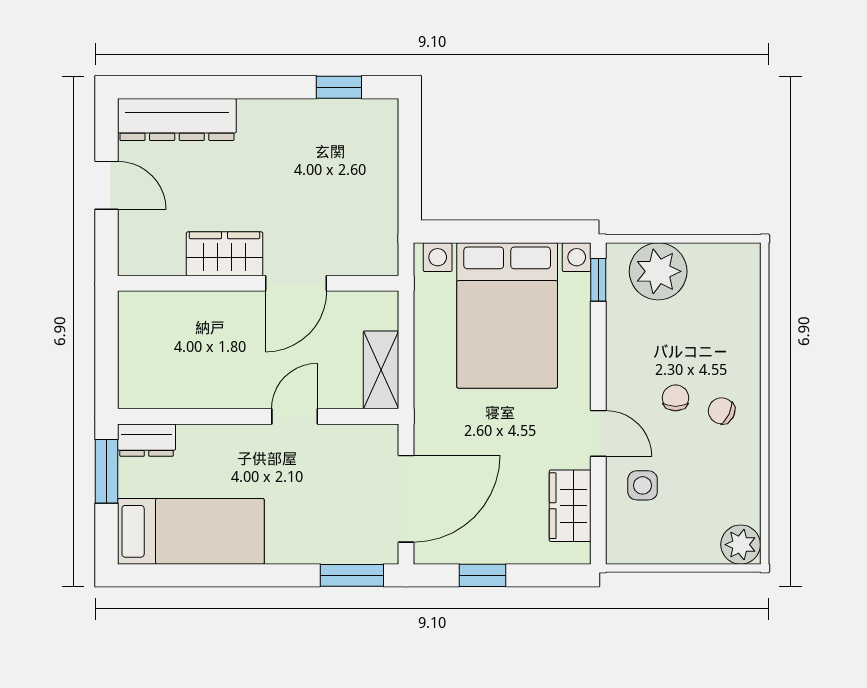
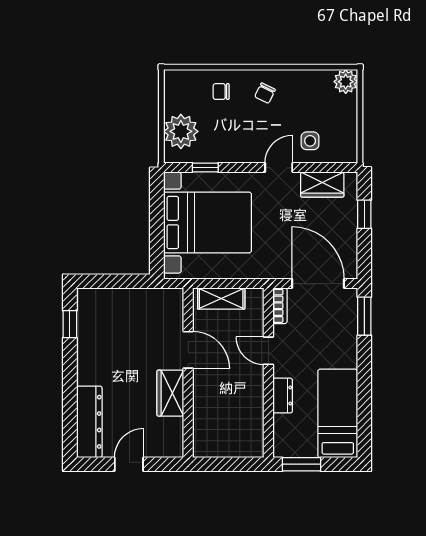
window: (598, 280) -> (205, 168), moved
shelving: (381, 370) -> (221, 299), moved
chair: (676, 398) -> (221, 92), moved
bookcase: (369, 436) -> (280, 306), added
dresser: (147, 440) -> (283, 396), moved
window: (483, 575) -> (364, 214), moved

